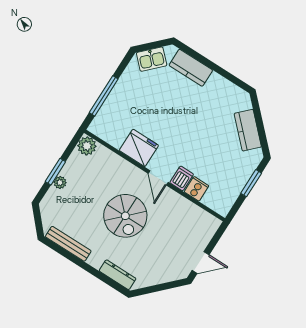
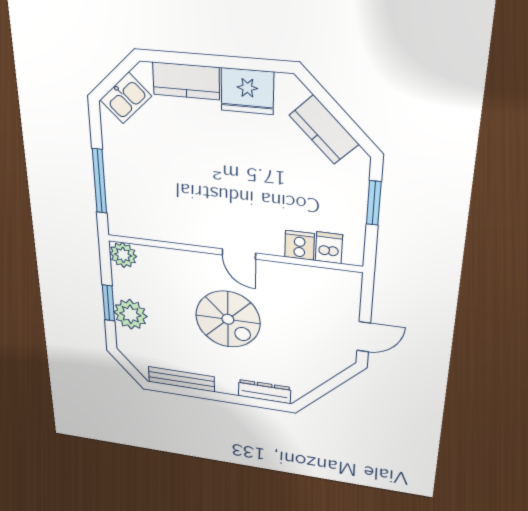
fridge: (139, 148) -> (247, 91), moved, turned 180
dishwasher: (182, 178) -> (329, 248), moved
plant: (60, 182) -> (130, 314), width x1.88, depth x1.88

